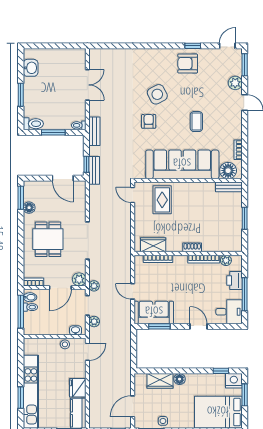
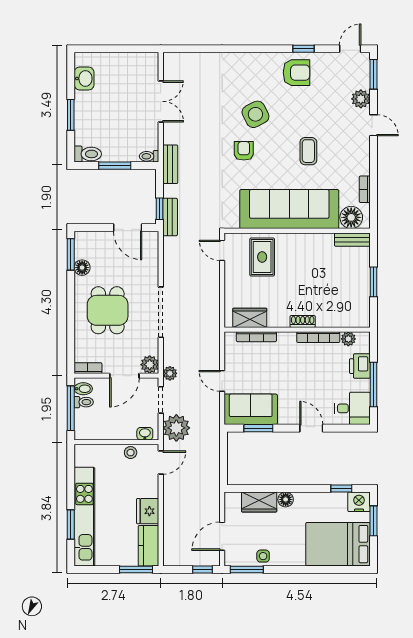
armchair: (188, 64) -> (297, 73), turned 180
plant: (94, 322) -> (176, 428), width x1.88, depth x1.88

